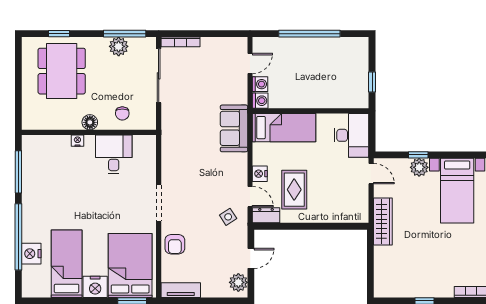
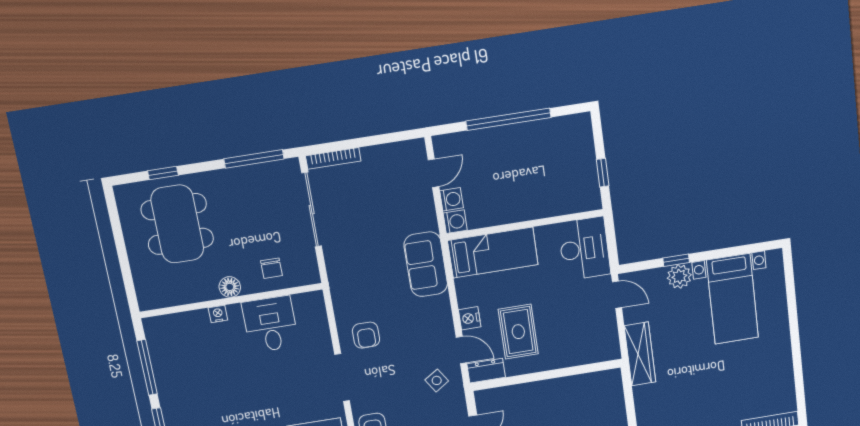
plant: (119, 46) -> (249, 178), removed
armchair: (182, 174) -> (366, 335), added

